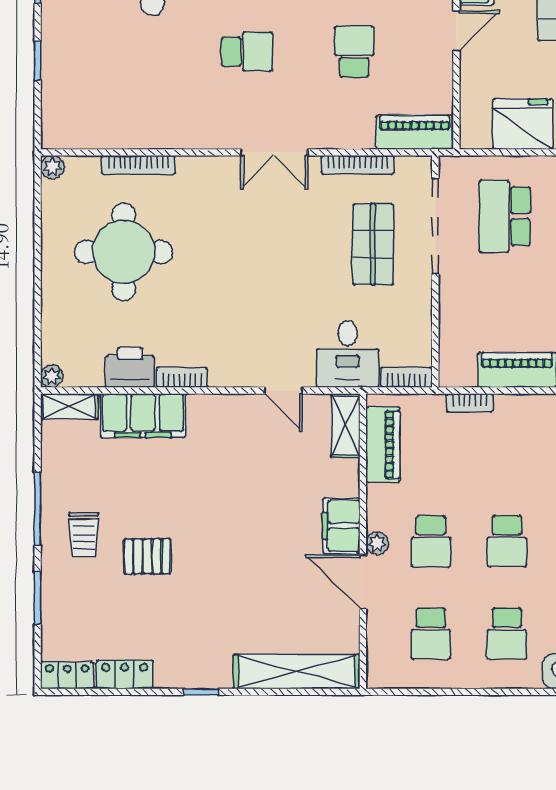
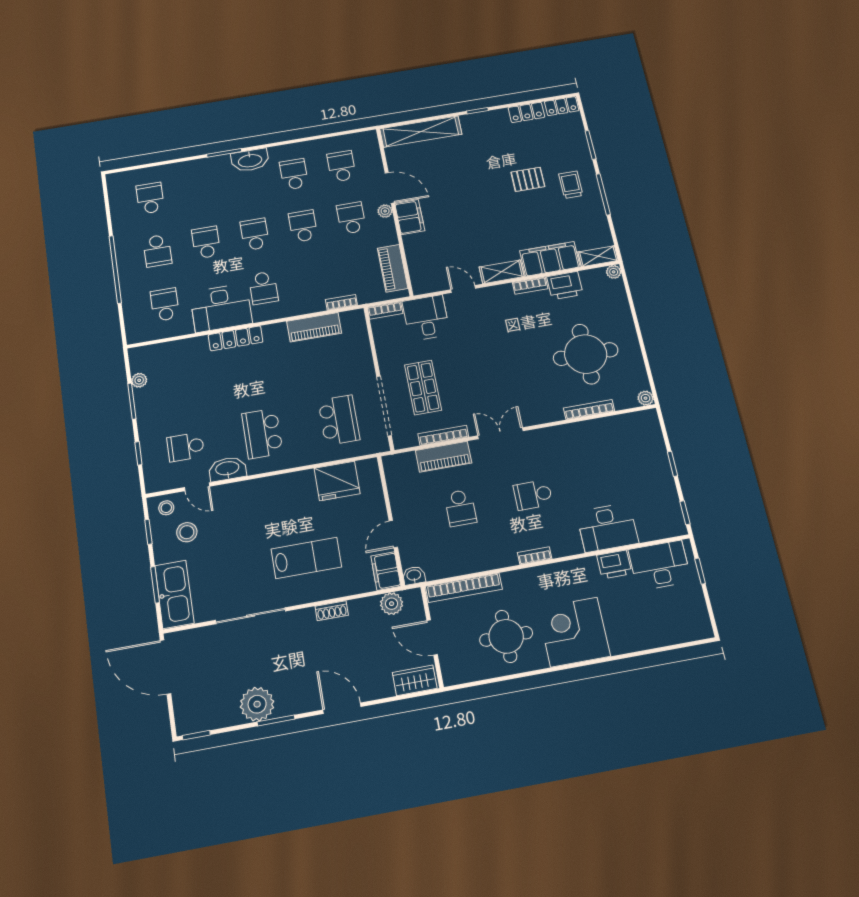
piano: (415, 132) -> (444, 457), moved
shelving: (346, 426) -> (502, 272), moved, turned 90

